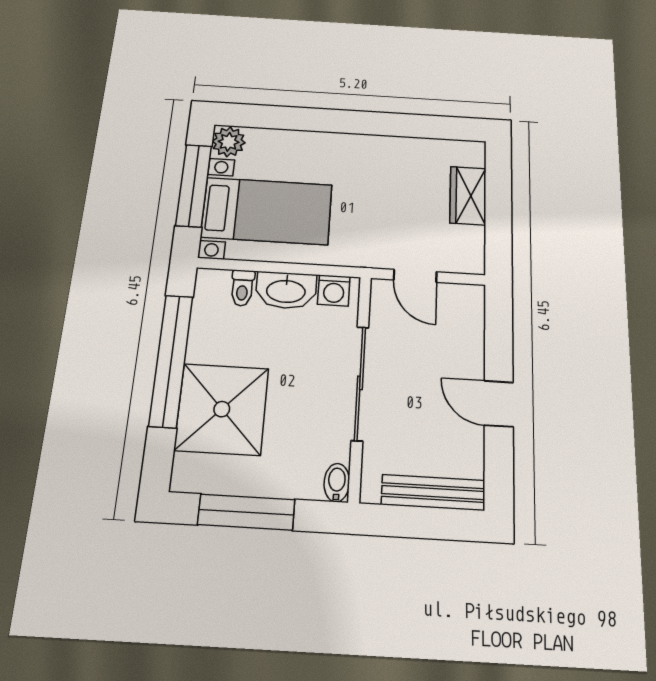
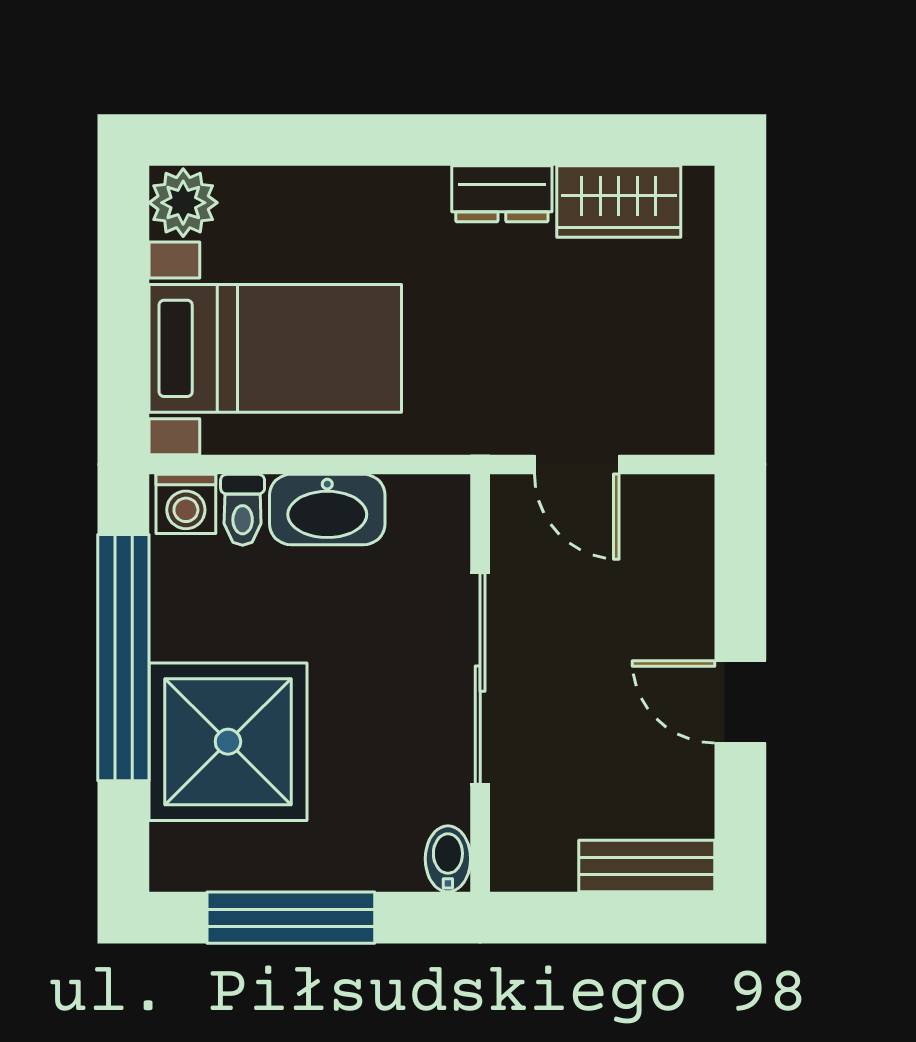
dresser: (383, 147) -> (502, 194), added
window: (194, 185) -> (123, 303), removed
wardrobe: (468, 196) -> (619, 202), moved, turned -90
washing machine: (334, 290) -> (186, 504), moved
bench: (433, 493) -> (647, 866), width x0.73

